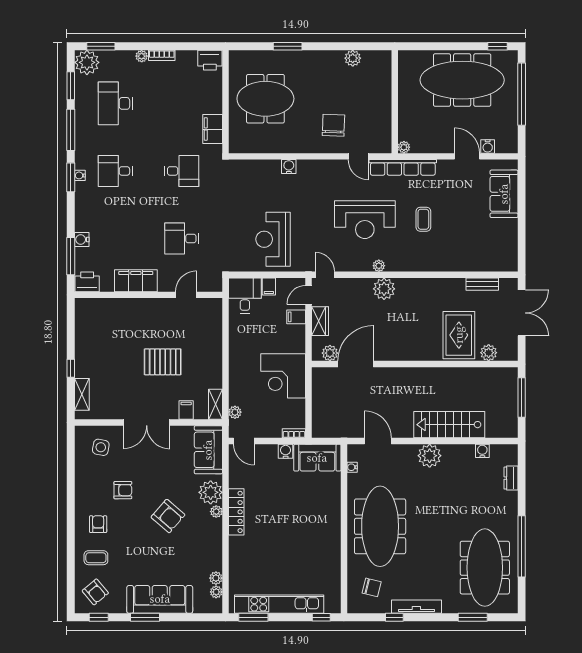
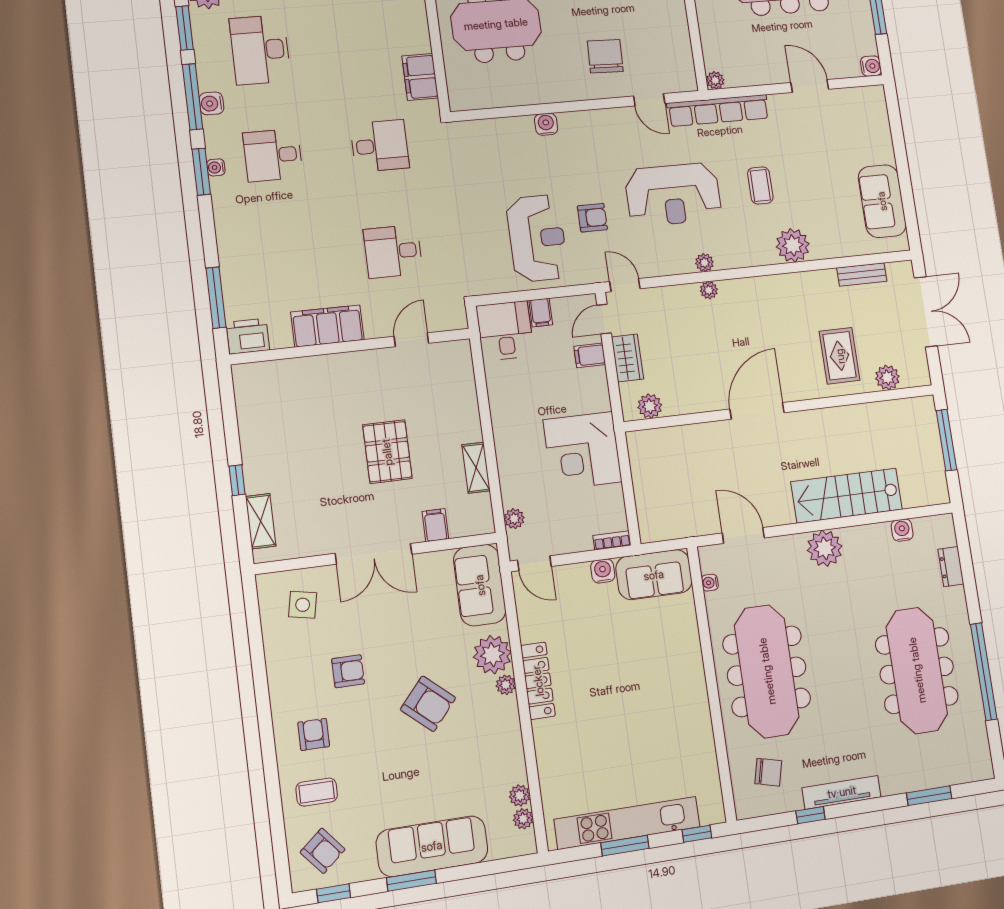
water cooler: (488, 146) -> (871, 66), moved, turned -90
sofa: (504, 194) -> (882, 201), moved
armchair: (310, 230) -> (592, 218), added
reception desk: (273, 239) -> (537, 238), turned 180
water cooler: (82, 240) -> (211, 103), moved
plant: (439, 260) -> (793, 245), added
plant: (384, 289) -> (709, 290), width x0.53, depth x0.53
rug: (459, 335) -> (840, 356), width x0.73, depth x0.70
pallet: (163, 362) -> (387, 452), turned 90
door: (356, 364) -> (757, 411), moved
shelving: (216, 404) -> (476, 468), moved
meeting table: (485, 568) -> (917, 670), moved
window: (253, 617) -> (625, 846), moved

